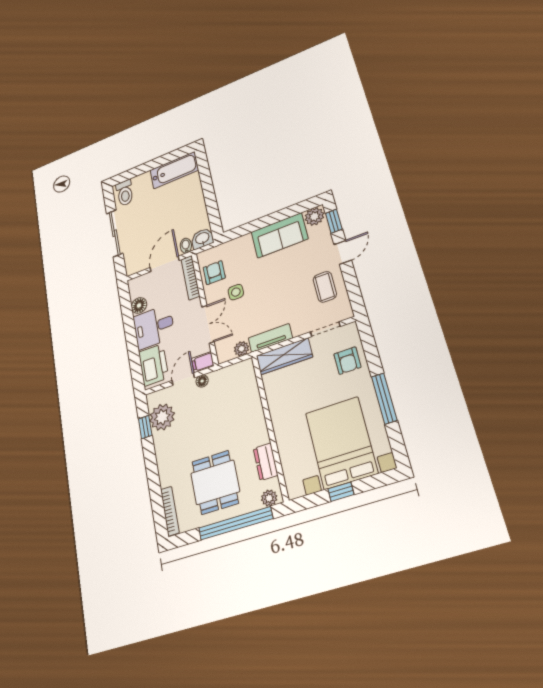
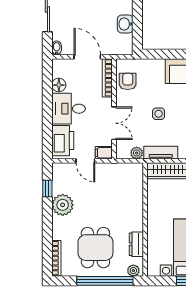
washbasin: (202, 238) -> (125, 24), moved, turned -90
bidet: (186, 246) -> (57, 48), moved
door: (165, 264) -> (87, 57), hinge flipped
side table: (236, 292) -> (159, 114), moved
door: (183, 379) -> (85, 161), swing flipped
floor lamp: (202, 381) -> (100, 168), removed
plant: (162, 417) -> (63, 205), moved

